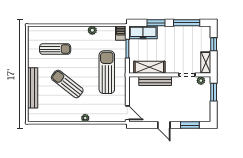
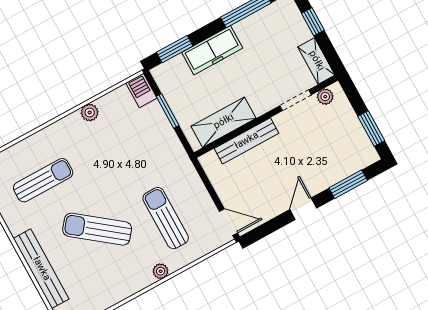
window: (156, 23) -> (175, 49), moved
freezer: (143, 32) -> (212, 50), moved
sun lounger: (107, 72) -> (166, 218), moved, width x0.73, depth x0.75
window: (214, 92) -> (371, 128), moved
door: (164, 125) -> (303, 209), swing flipped

